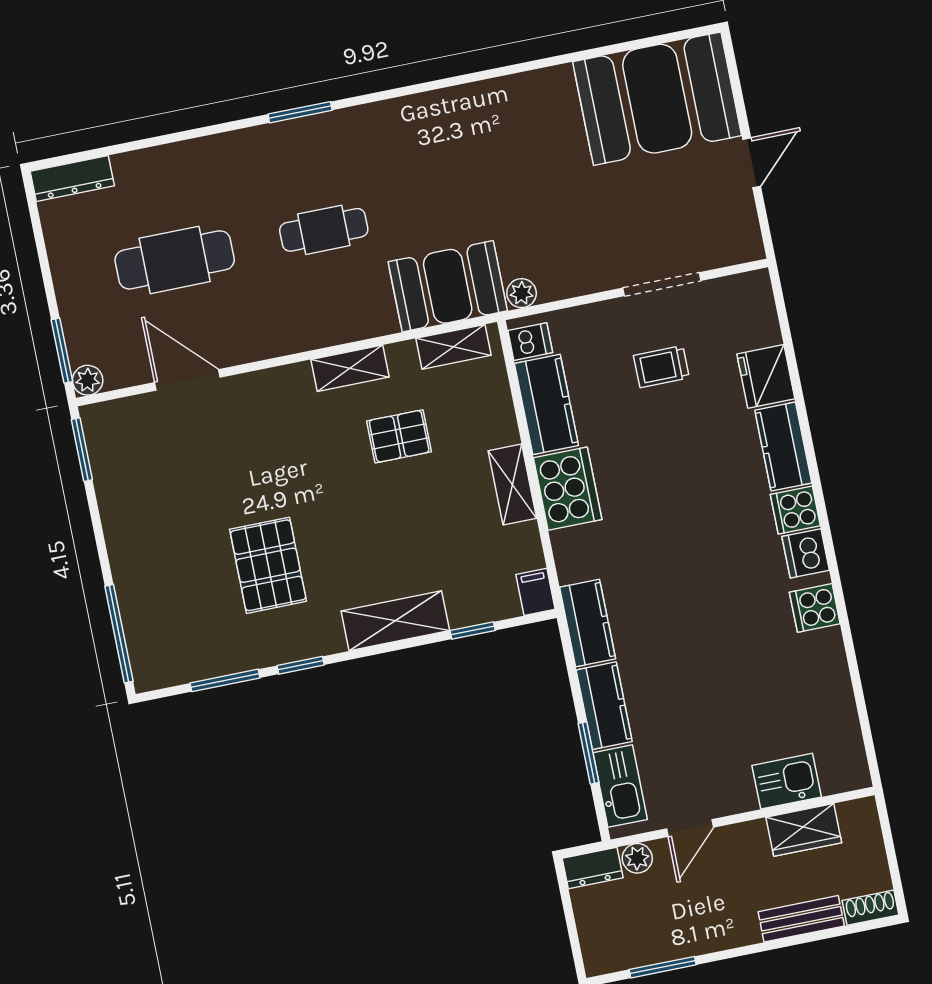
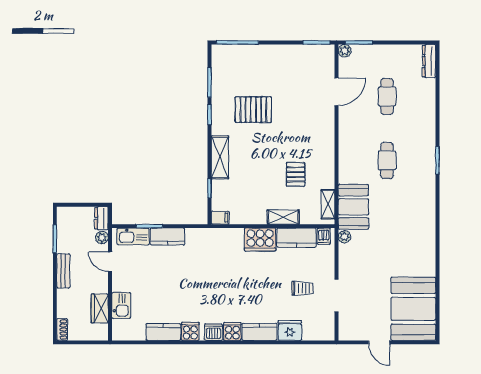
cafe table: (175, 260) -> (387, 96), width x0.73, depth x0.74
trolley: (661, 367) -> (303, 288), turned 90
shelving: (350, 368) -> (328, 160), removed
shelving: (512, 485) -> (283, 217), moved
kitchen counter: (588, 623) -> (163, 332), moved, turned 180
bench: (801, 919) -> (63, 271), moved

